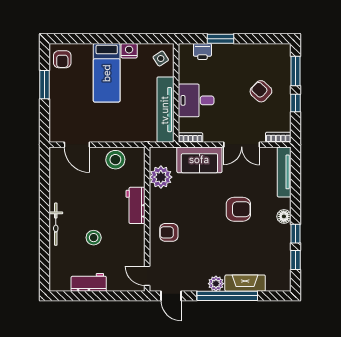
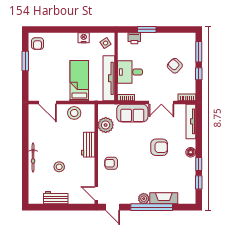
bed: (107, 73) -> (79, 81), moved, turned 180

